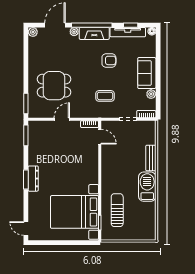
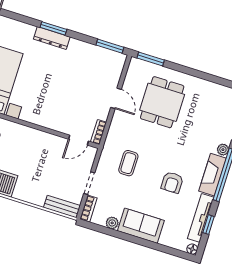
bench: (151, 158) -> (62, 207), moved

